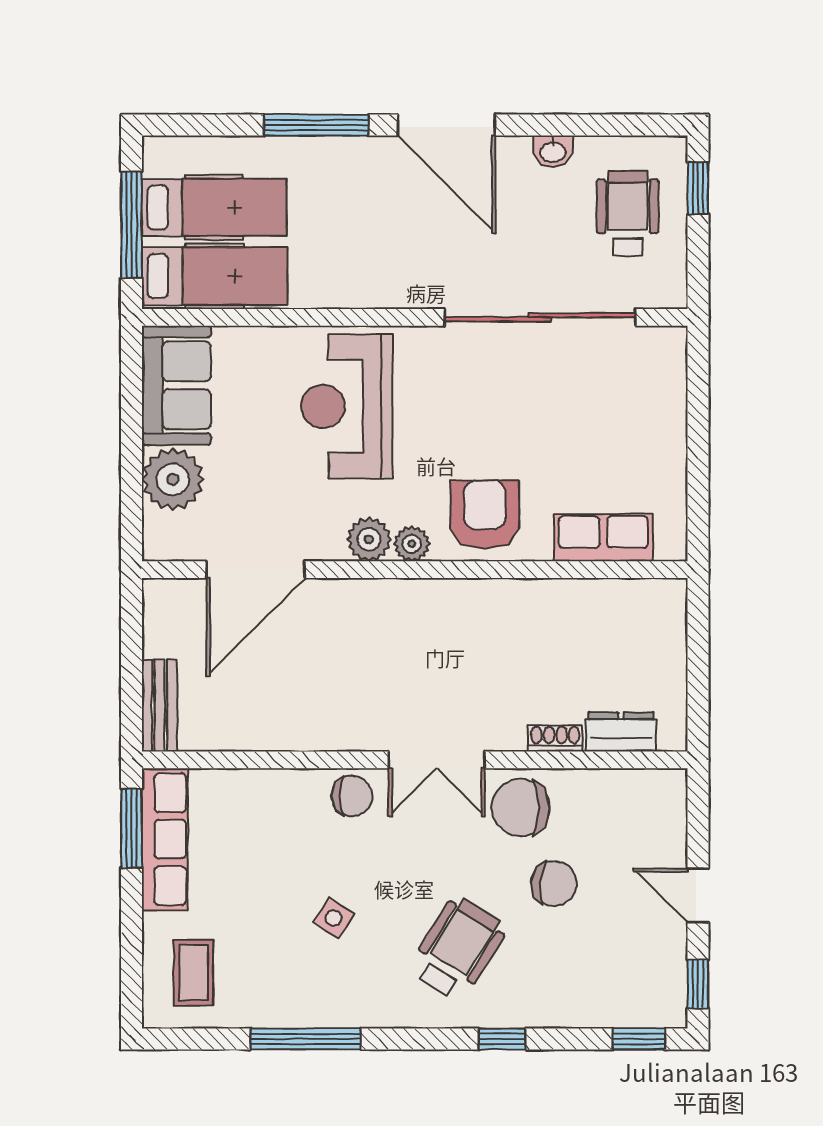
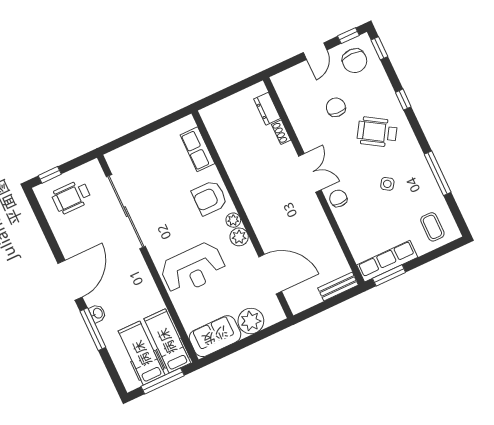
washbasin: (553, 151) -> (97, 313), moved
chair: (521, 808) -> (355, 61), moved
coffee table: (194, 973) -> (432, 227), turned 90

